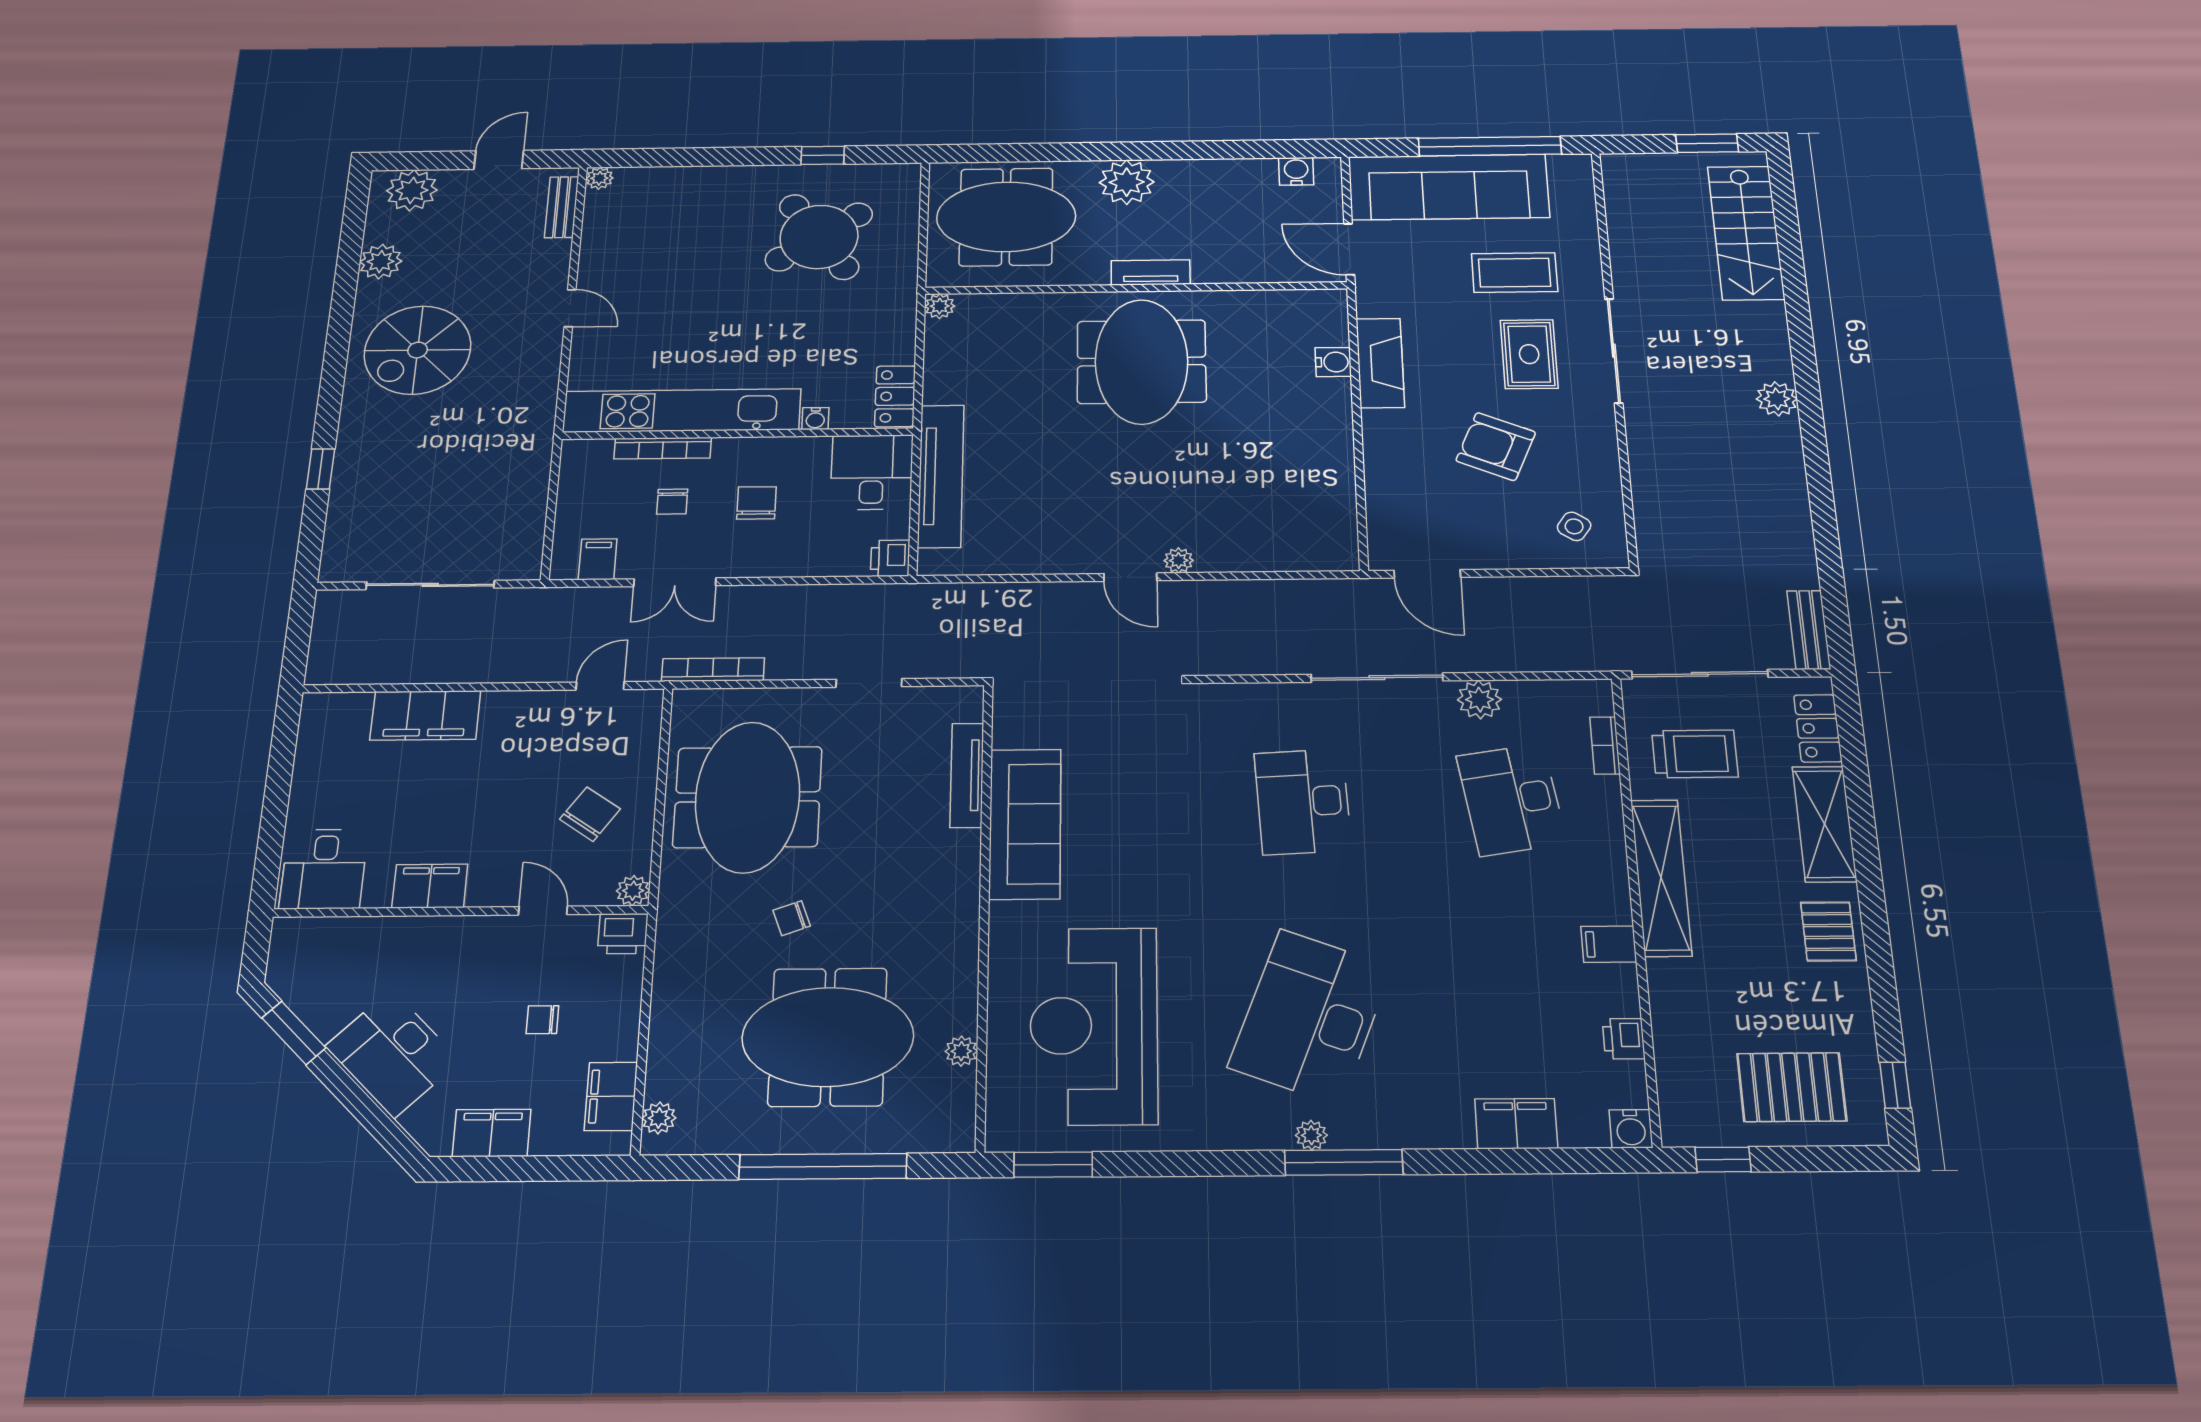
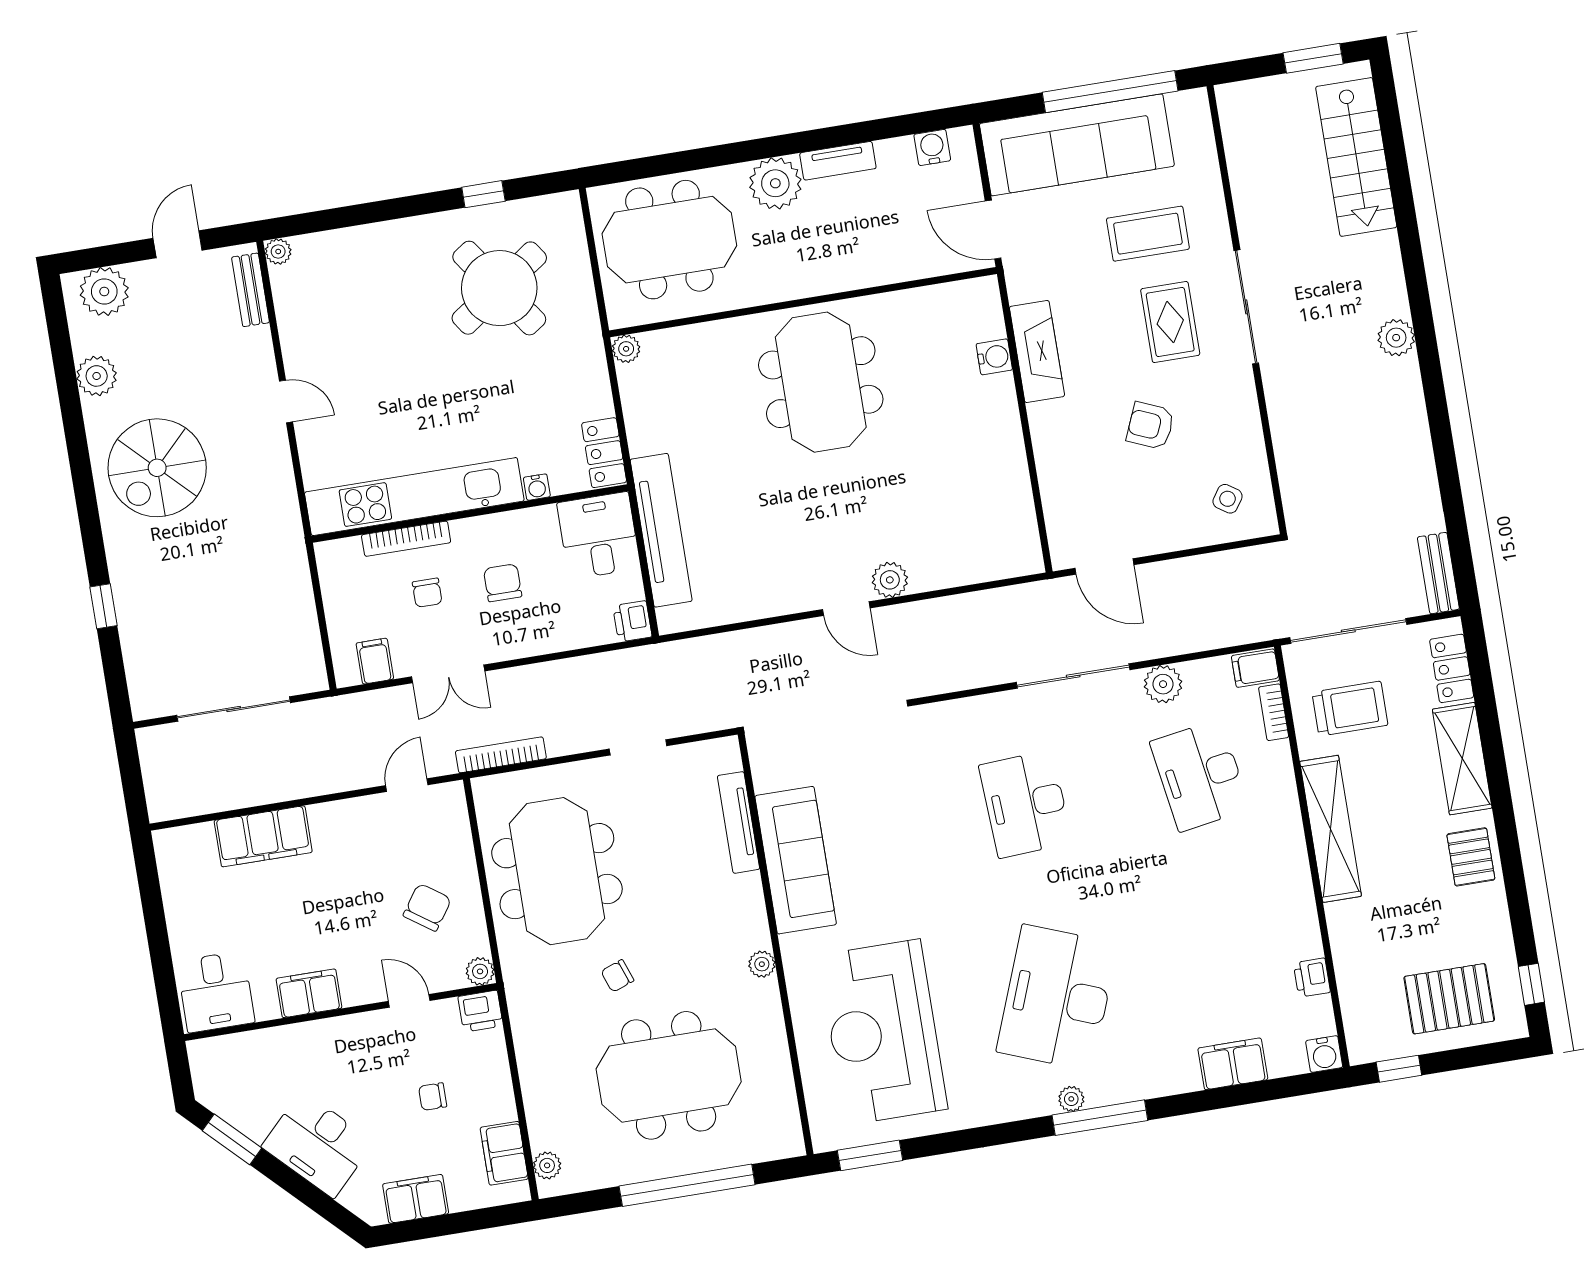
tv unit: (1151, 272) -> (838, 161), moved, turned 180
armchair: (1496, 446) -> (1150, 426), width x0.72, depth x0.72
plant: (1179, 560) -> (890, 580), width x1.38, depth x1.38
filing cabinet: (1609, 944) -> (1255, 668), moved
plant: (961, 1051) -> (762, 964), moved

